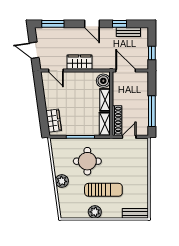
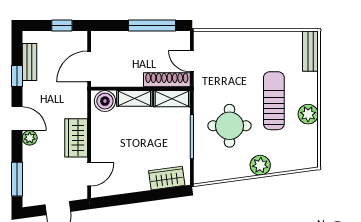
door: (92, 24) -> (17, 119), hinge flipped
plant: (79, 32) -> (30, 138), added

